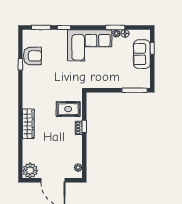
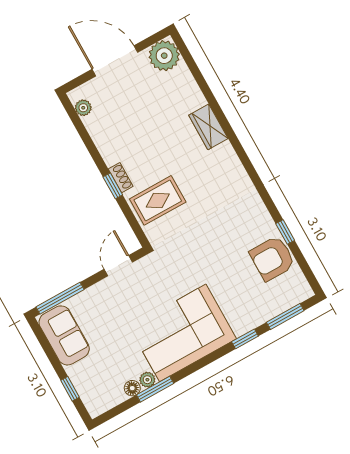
sofa: (142, 54) -> (64, 335), moved
door: (101, 90) -> (118, 266), added
wardrobe: (28, 124) -> (208, 127), width x0.67

